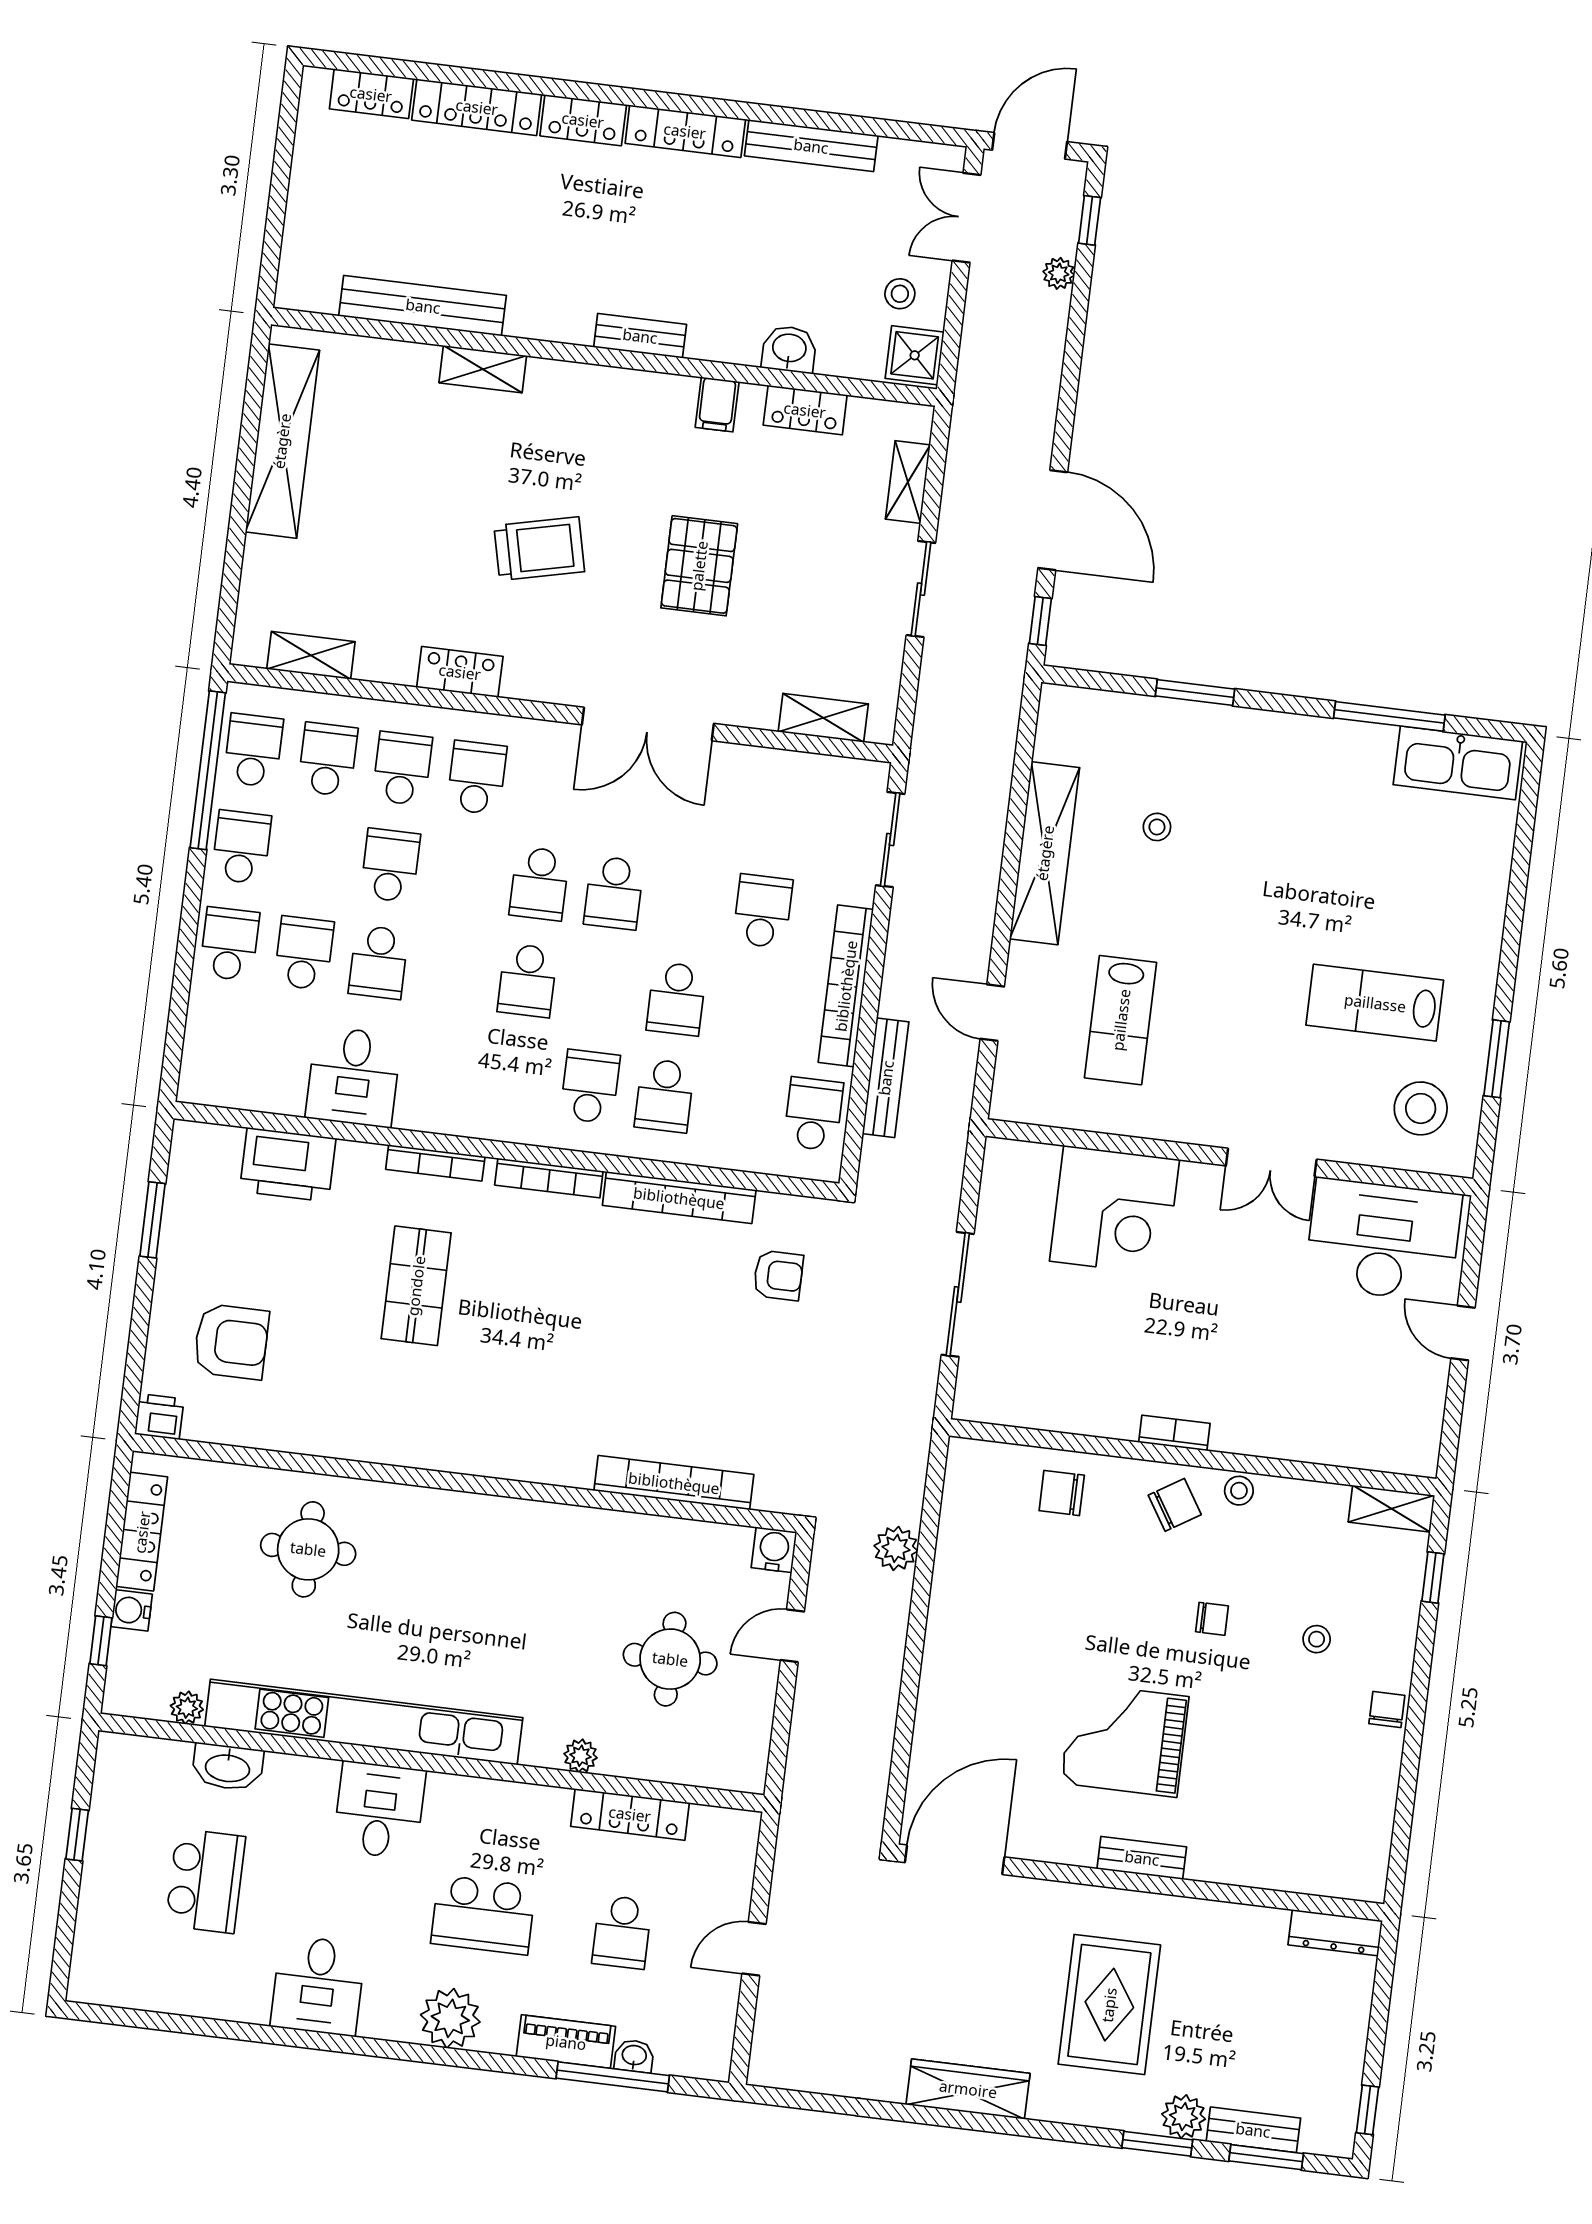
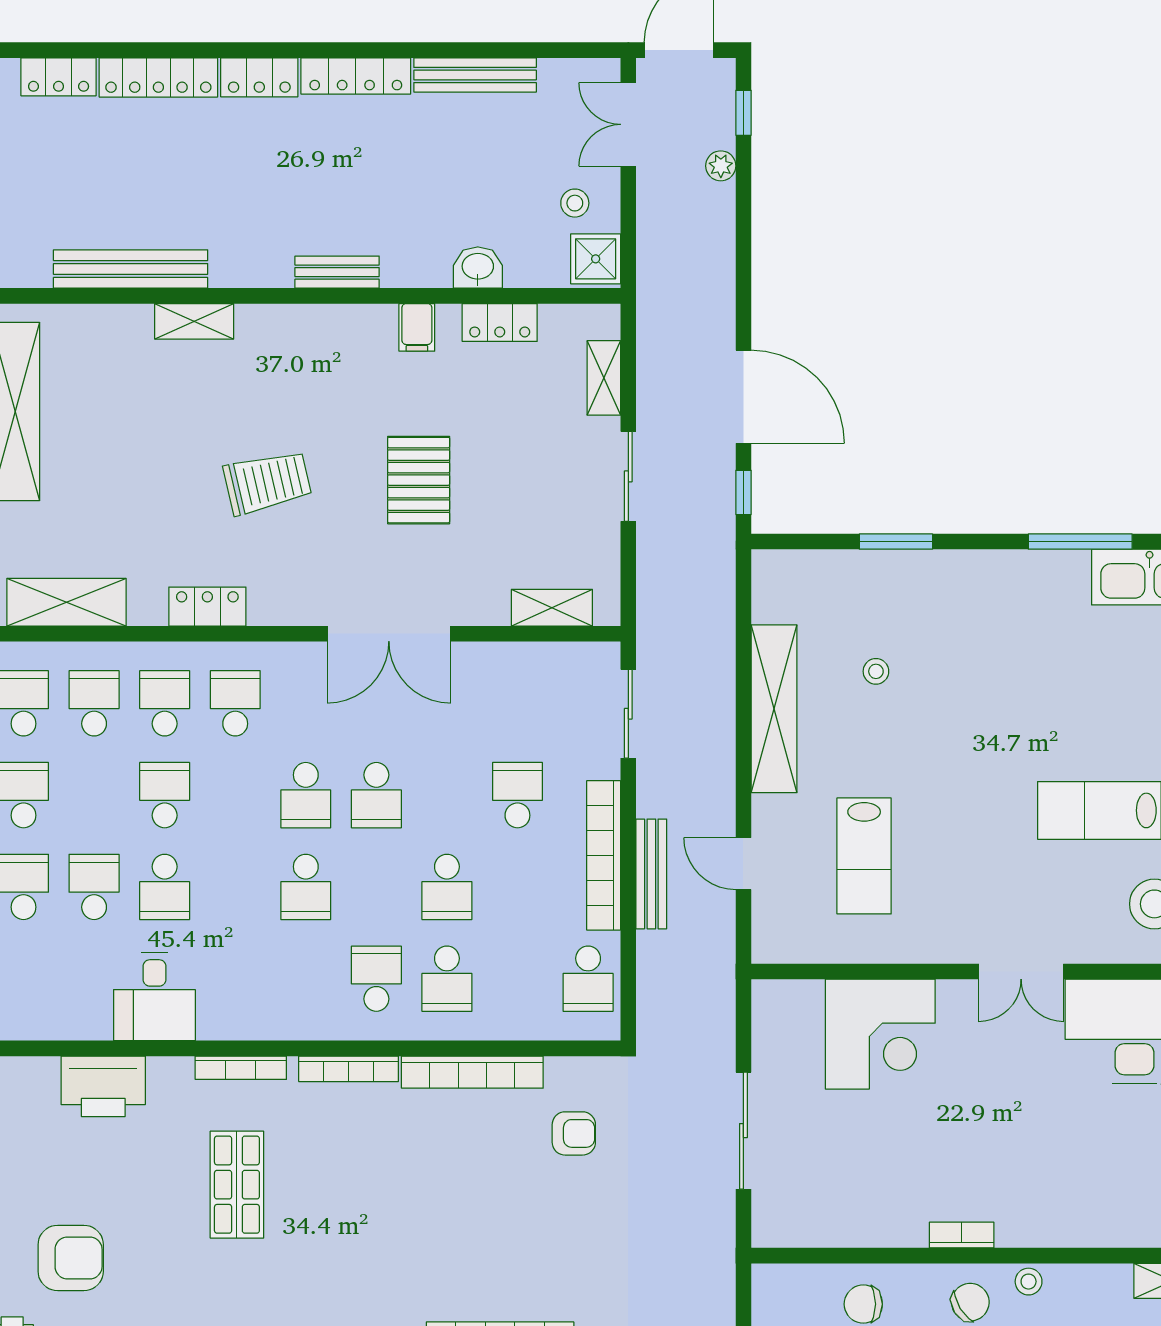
shelving: (311, 655) -> (66, 602), width x1.50, depth x1.33
bench: (886, 1078) -> (651, 874), moved
school desk: (813, 1114) -> (588, 979), turned 180

